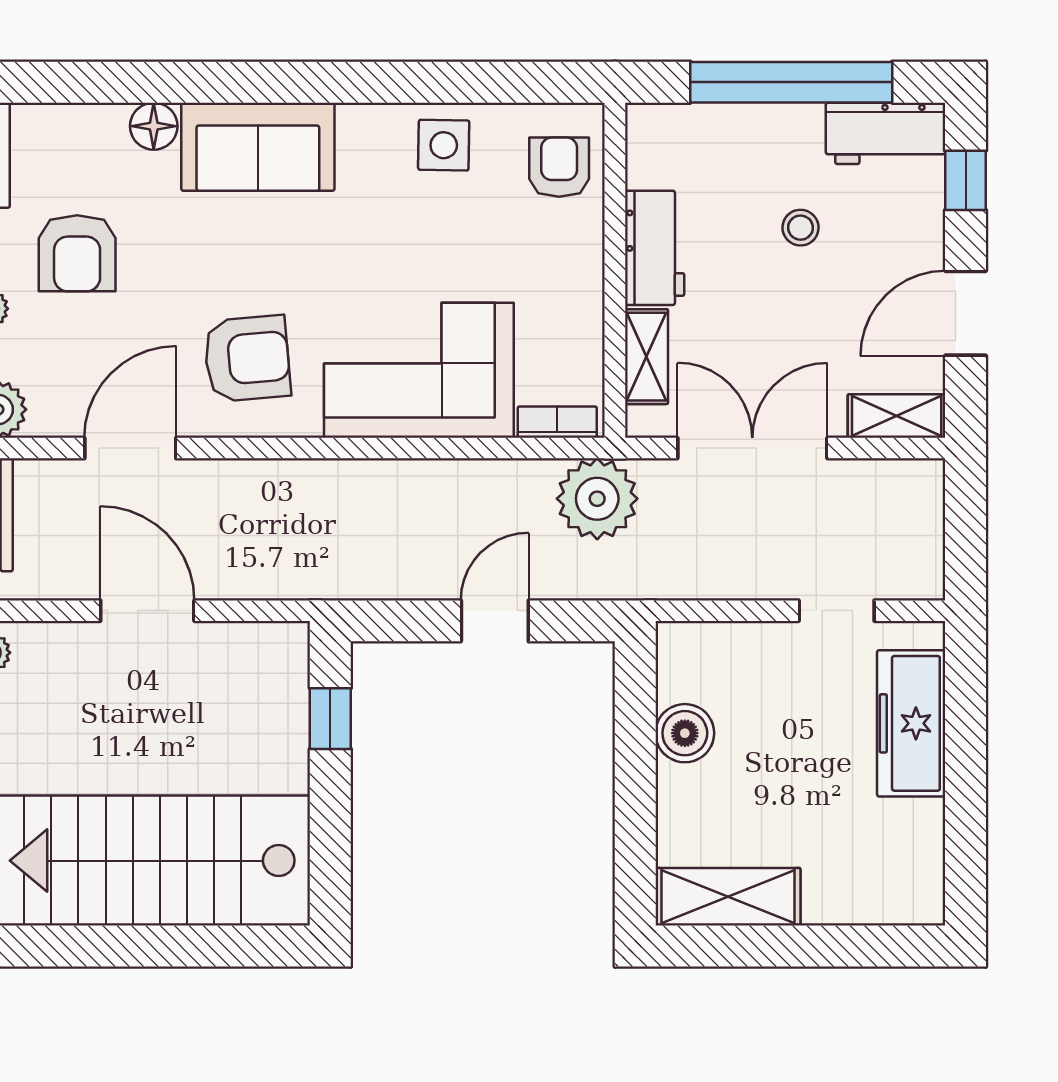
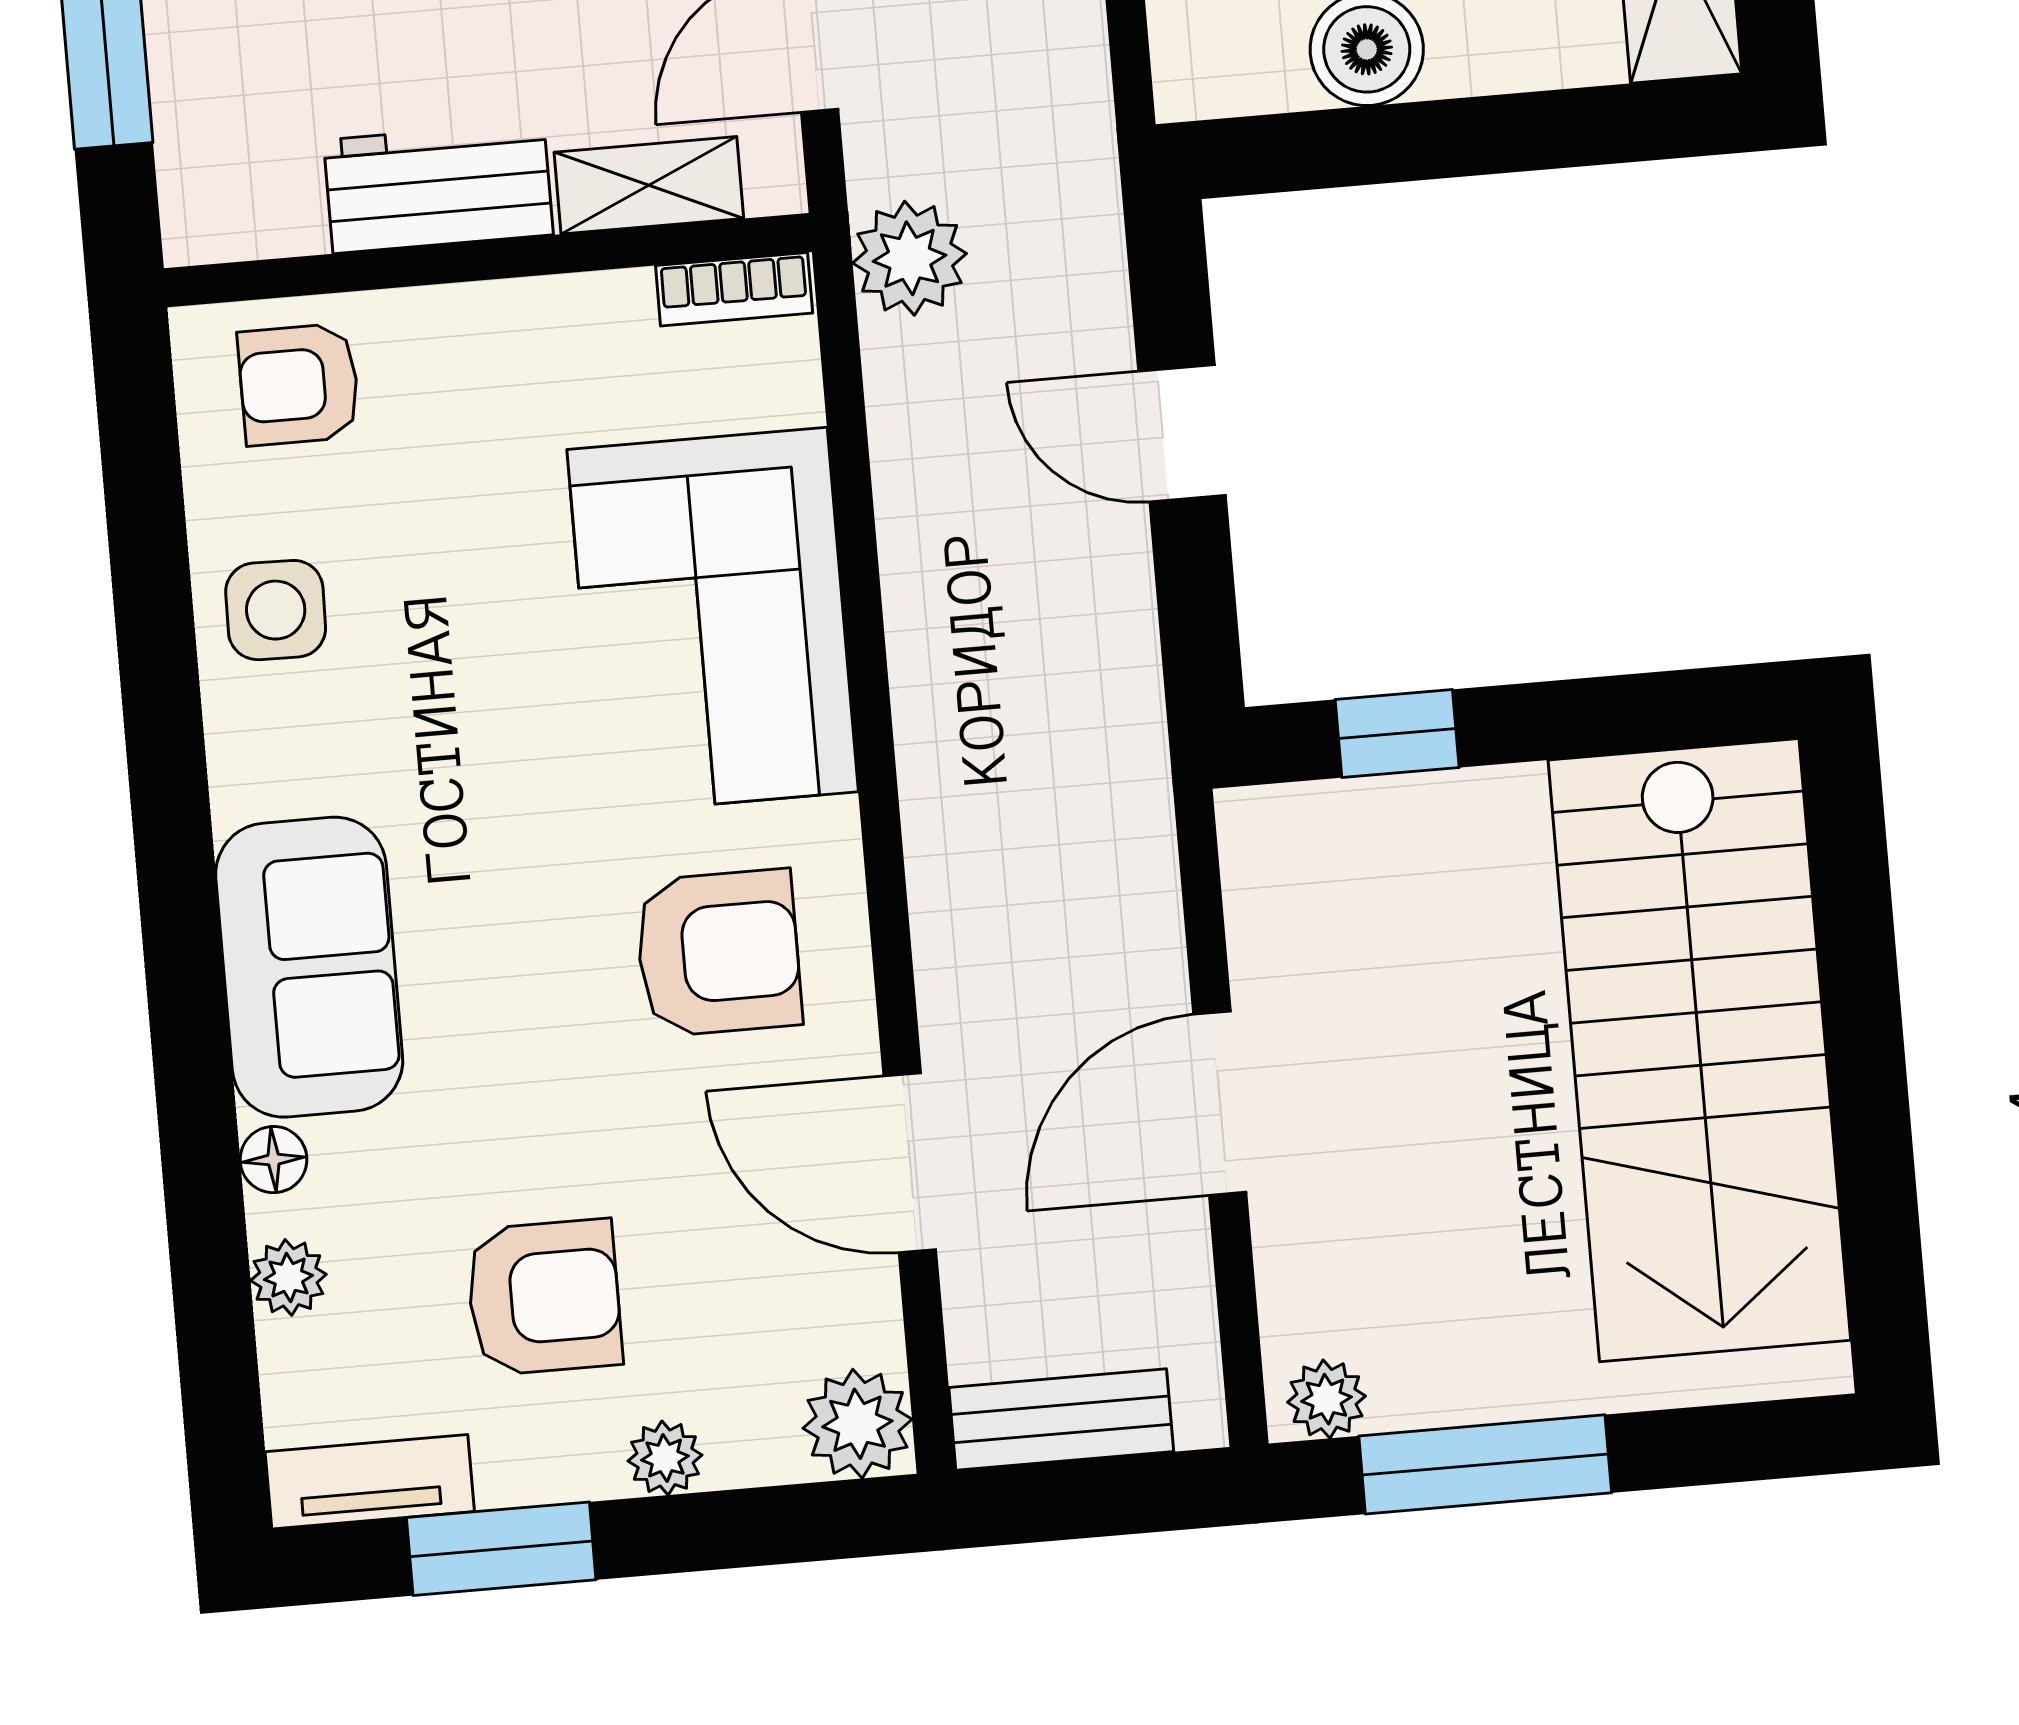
plant: (99, 122) -> (288, 1277), added
floor lamp: (154, 126) -> (274, 1160), width x0.73, depth x0.73
armchair: (247, 358) -> (718, 953), turned 95
bookcase: (557, 422) -> (734, 289), moved, turned -90
plant: (597, 499) -> (910, 258), width x0.73, depth x0.73

